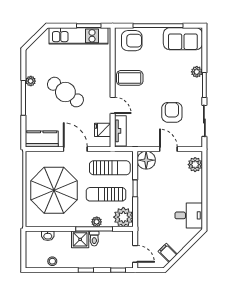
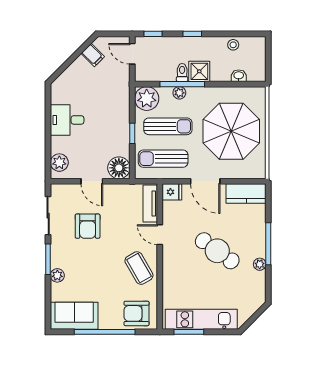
coffee table: (130, 78) -> (139, 268), turned 60
fridge: (103, 130) -> (172, 192), moved
desk: (189, 215) -> (67, 120), moved

